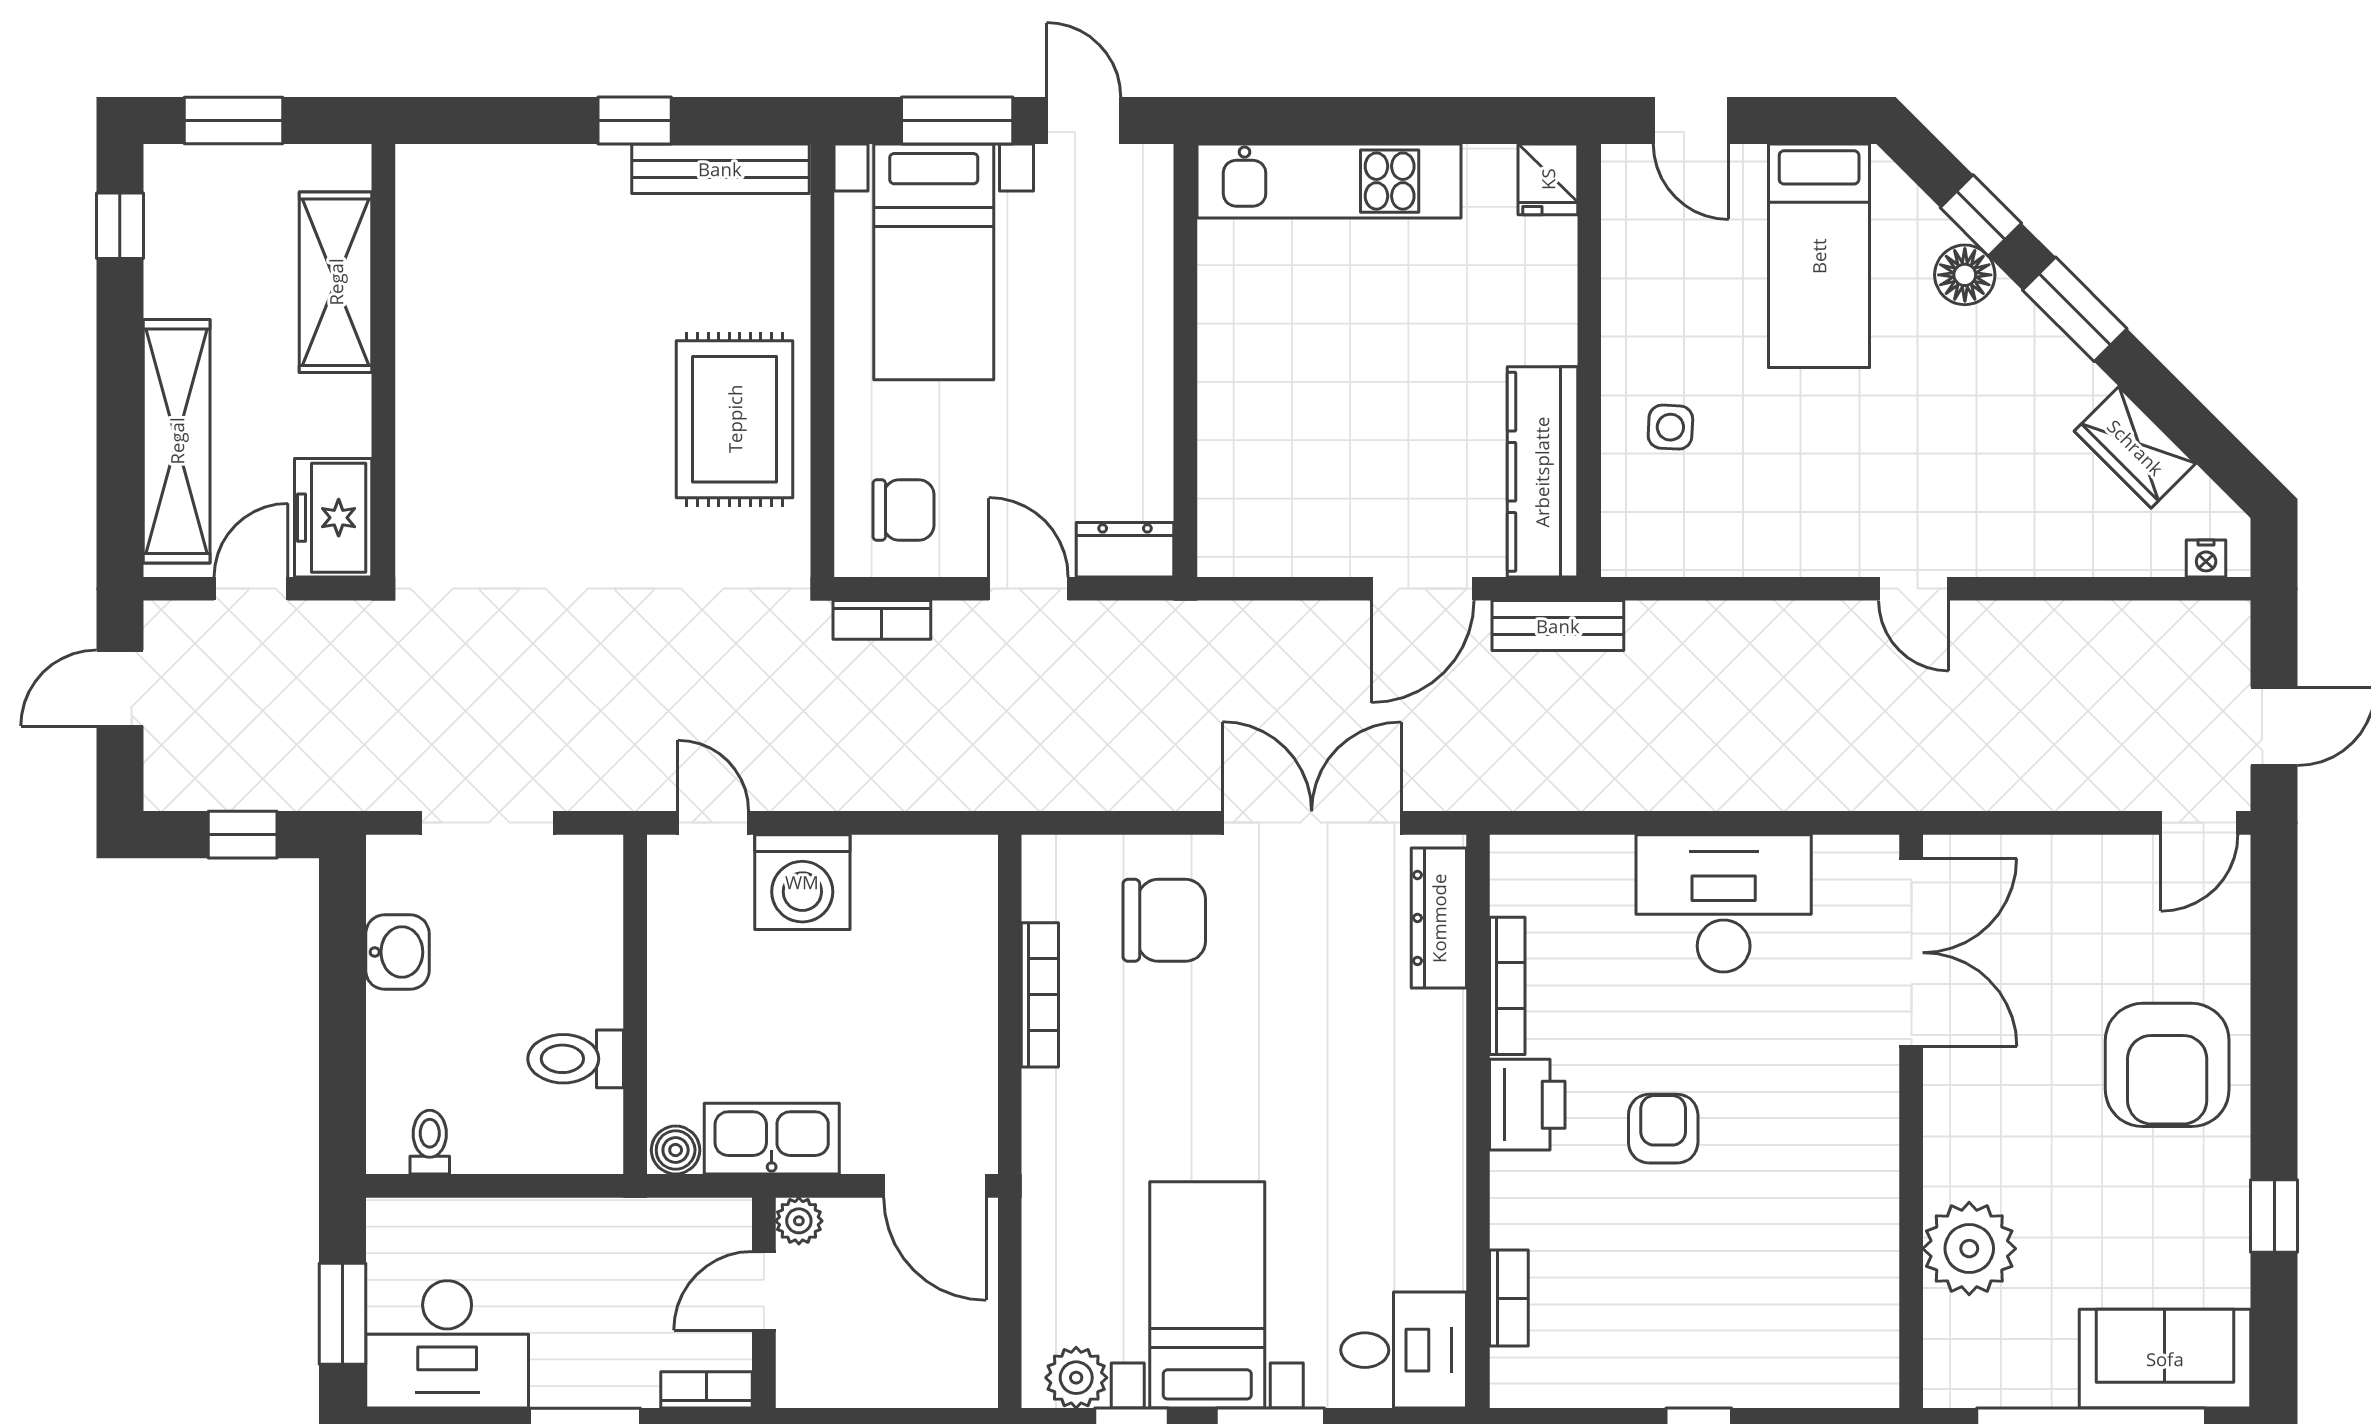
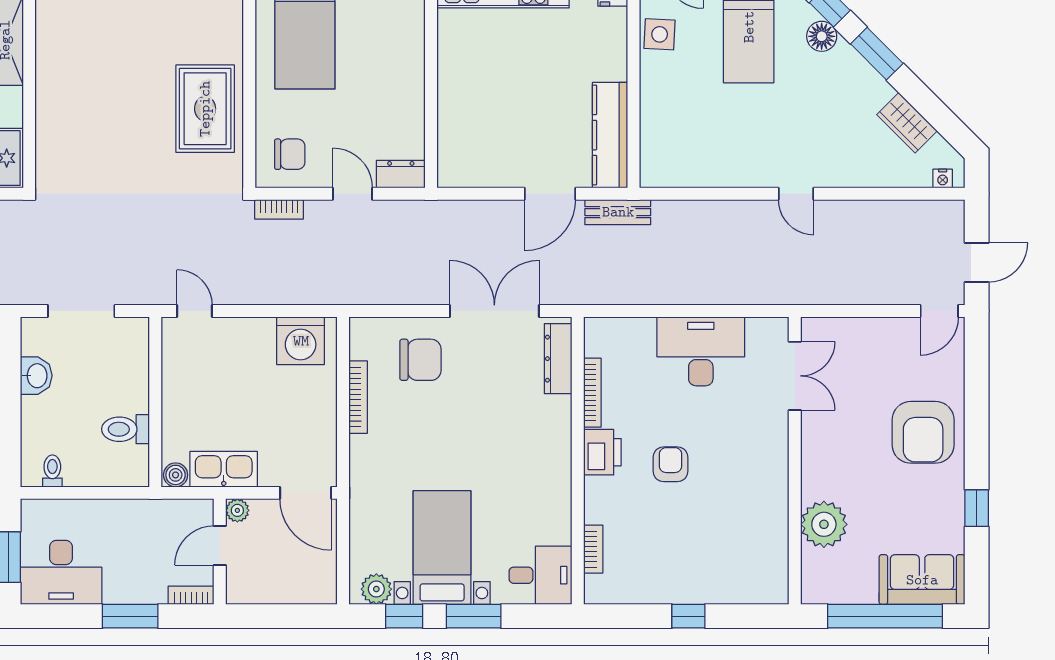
side table: (1670, 427) -> (660, 34), moved, width x1.37, depth x1.37
washing machine: (802, 882) -> (301, 341), moved
double door: (1911, 953) -> (795, 376), width x0.73

